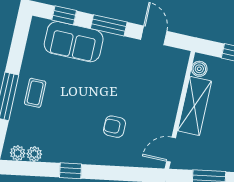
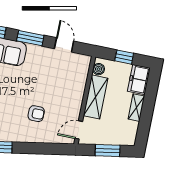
armchair: (114, 127) -> (36, 114), turned 180

